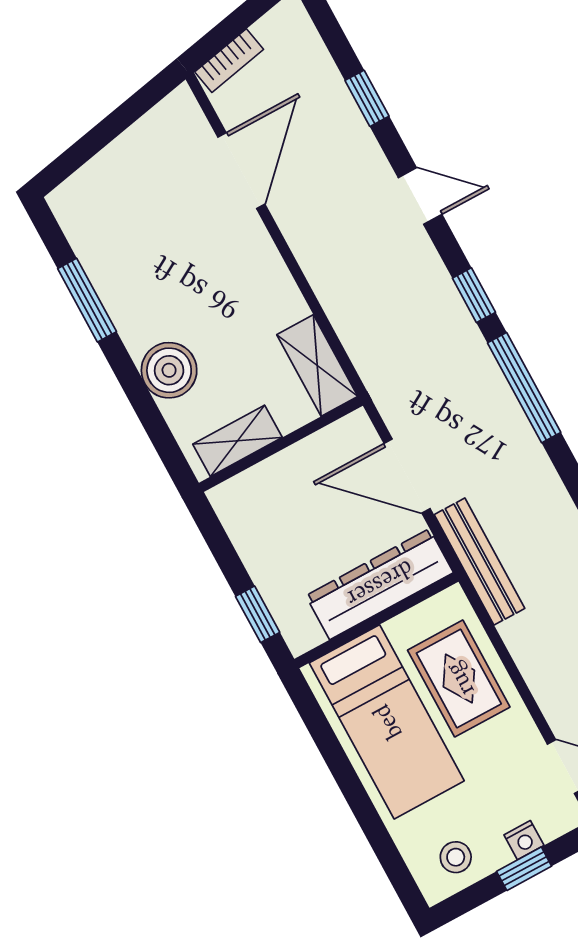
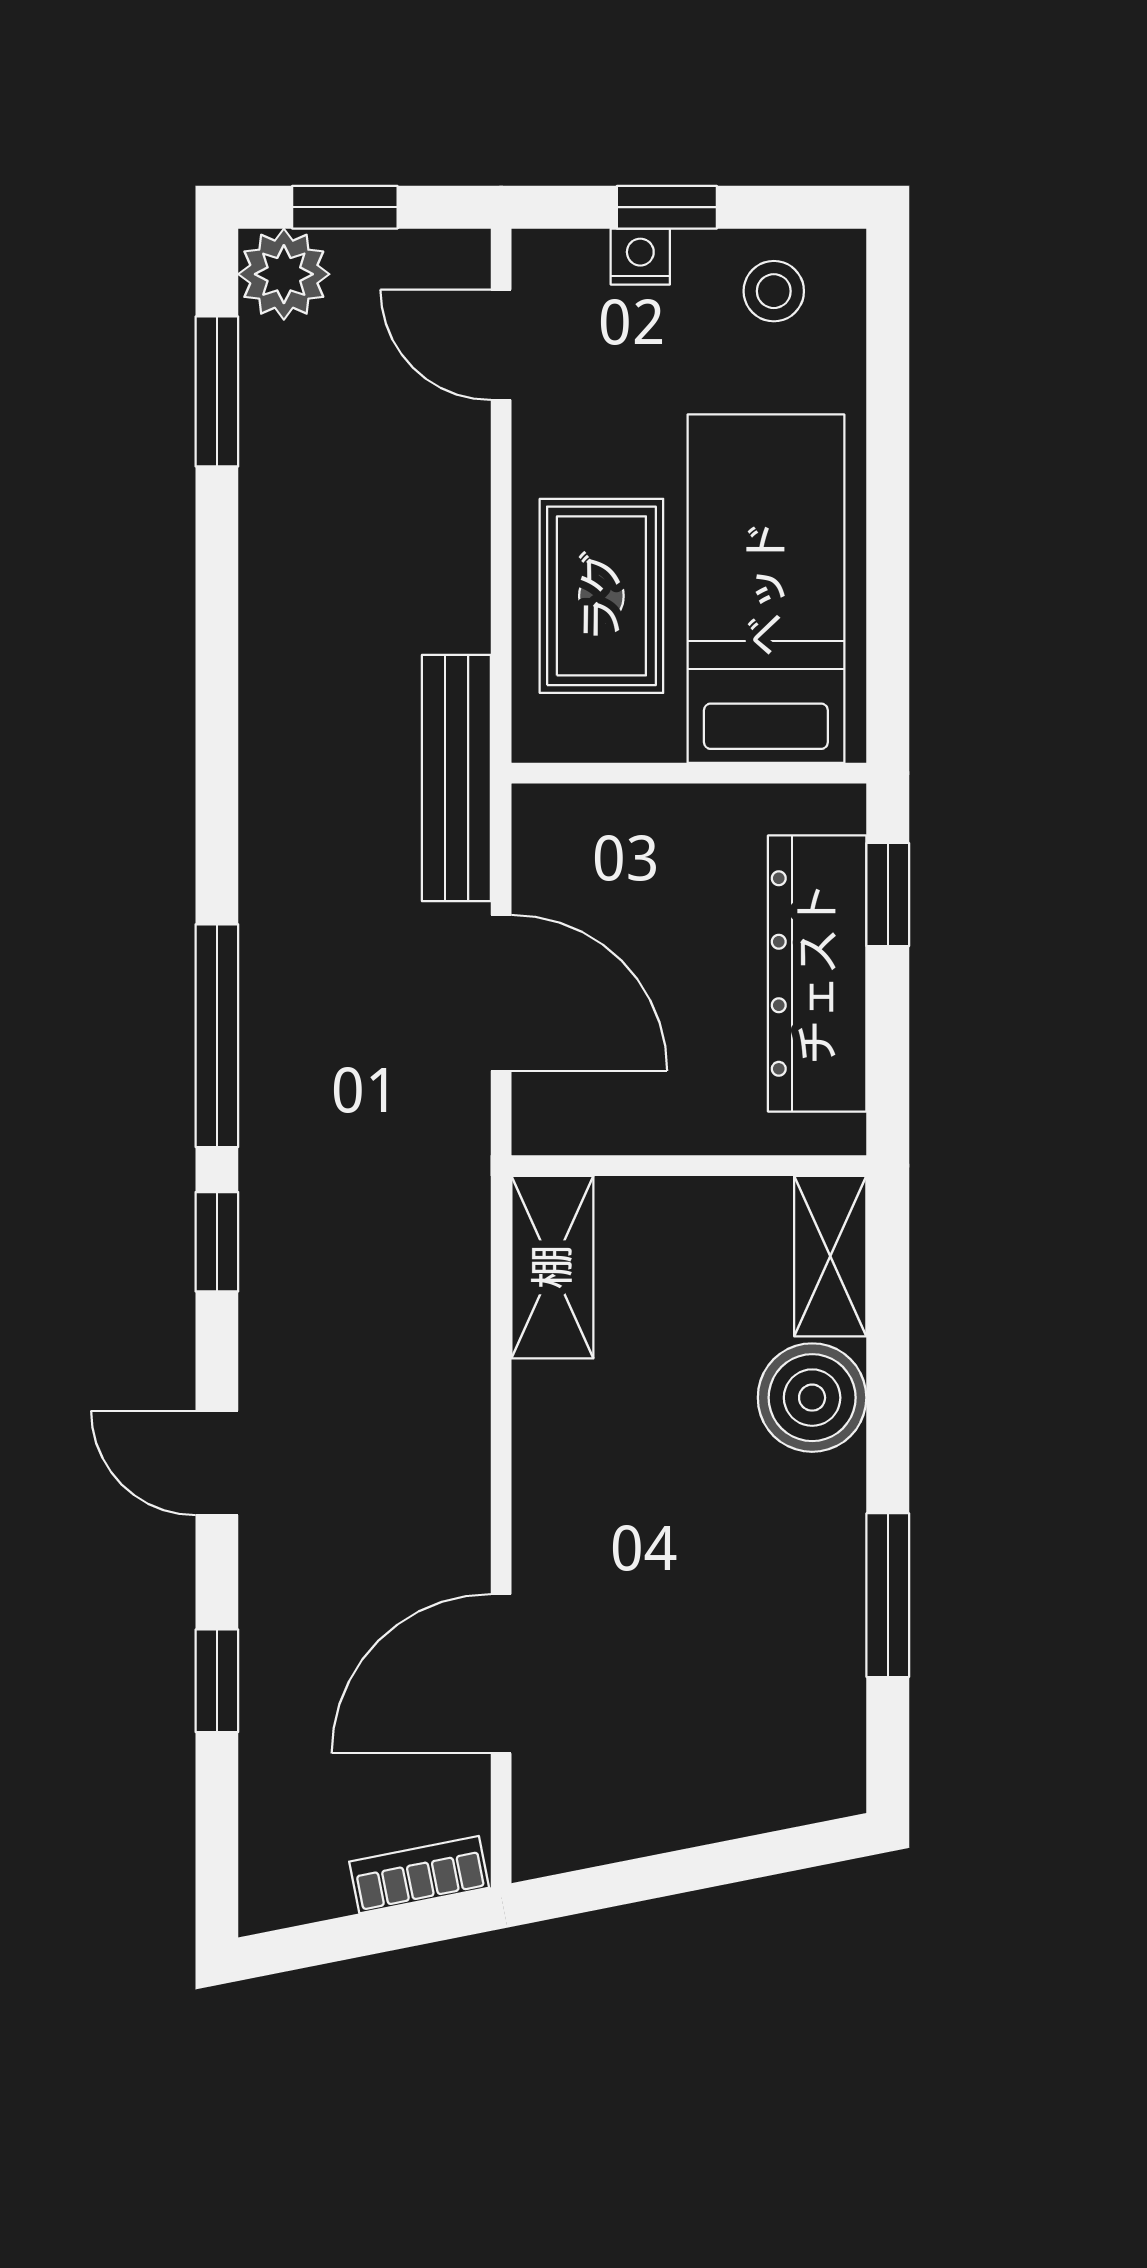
shelving: (238, 441) -> (830, 1256), moved, turned 90
dresser: (380, 584) -> (817, 974), moved, turned 90

